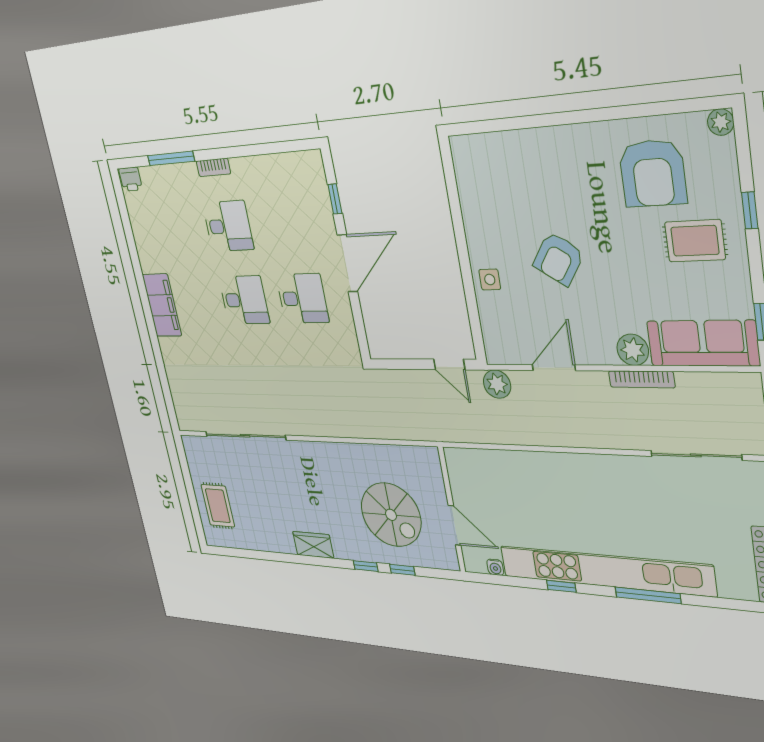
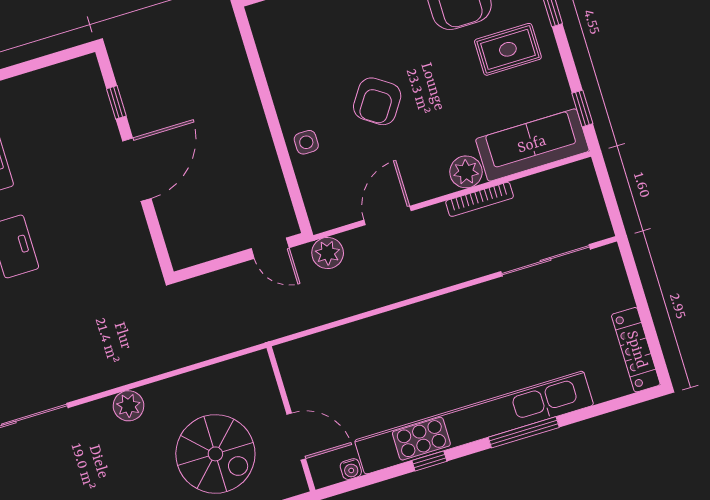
desk: (302, 298) -> (81, 226), removed
plant: (329, 454) -> (128, 406), added

